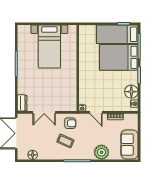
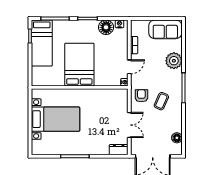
bed: (119, 57) -> (79, 65), moved, turned 180

